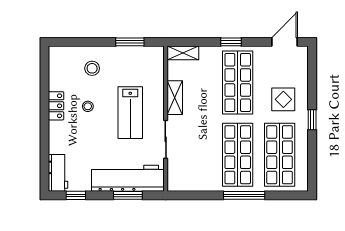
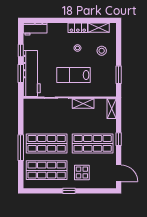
shelving: (56, 73) -> (99, 28), added
window: (76, 195) -> (21, 50), moved

